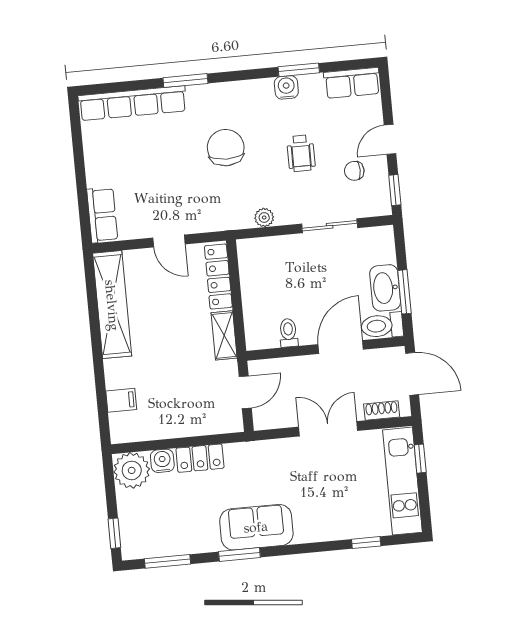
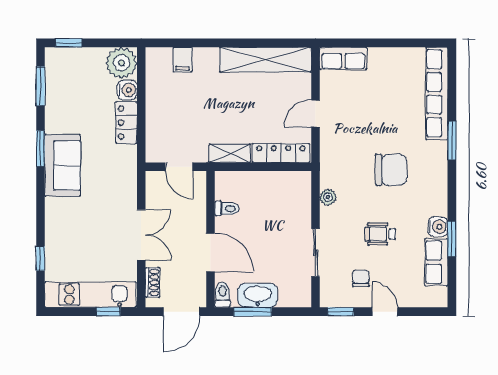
row of seats: (352, 83) -> (436, 262), moved
toilet: (382, 326) -> (223, 295), width x0.73, depth x0.72

